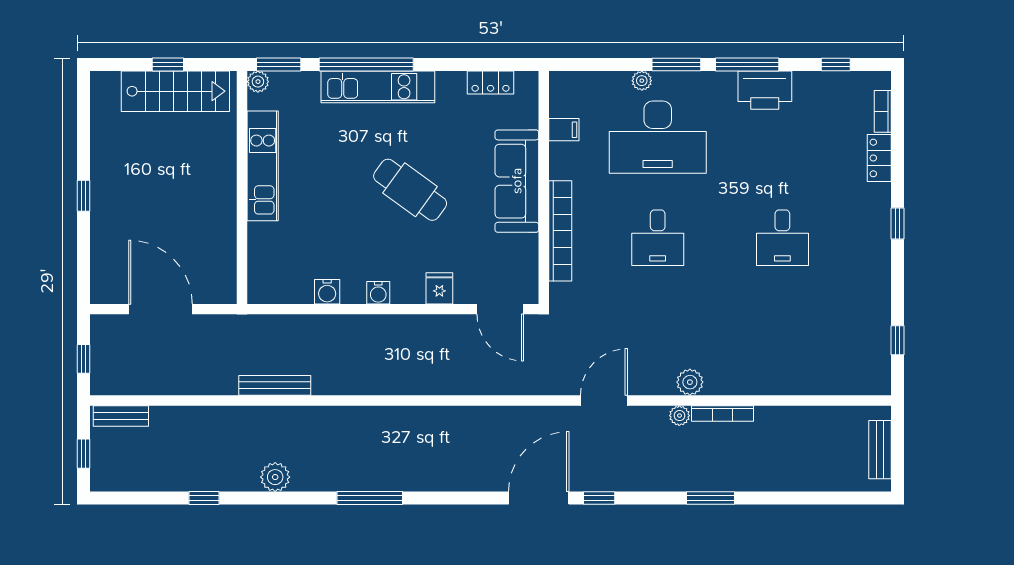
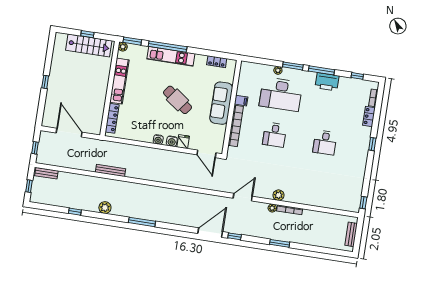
filing cabinet: (564, 130) -> (241, 101), moved
locker: (259, 259) -> (112, 118), added
water cooler: (327, 292) -> (172, 141), moved
window: (898, 340) -> (363, 203), moved

